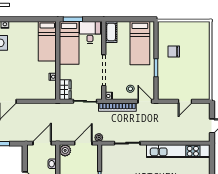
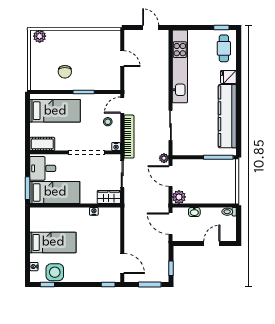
plant: (204, 30) -> (40, 36), added
bed: (47, 41) -> (53, 242), moved

